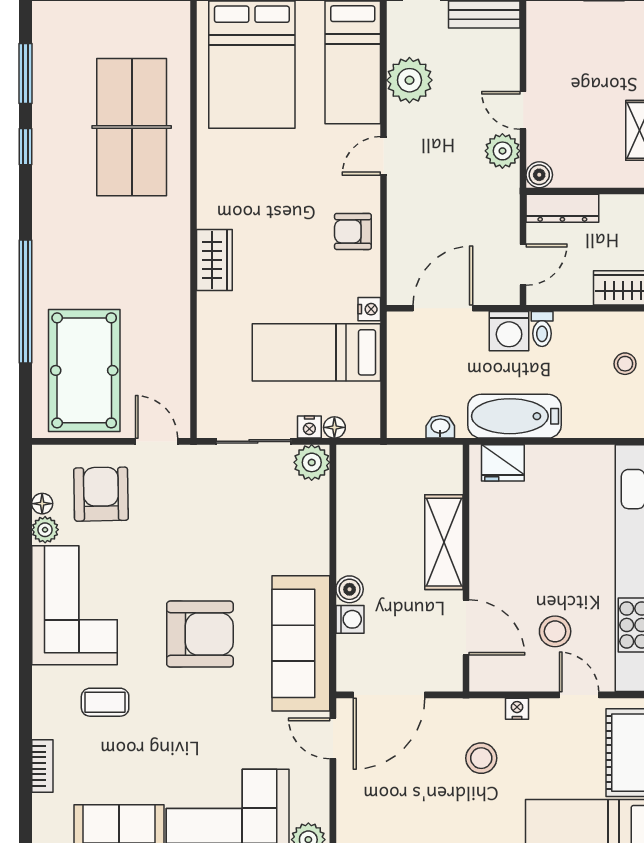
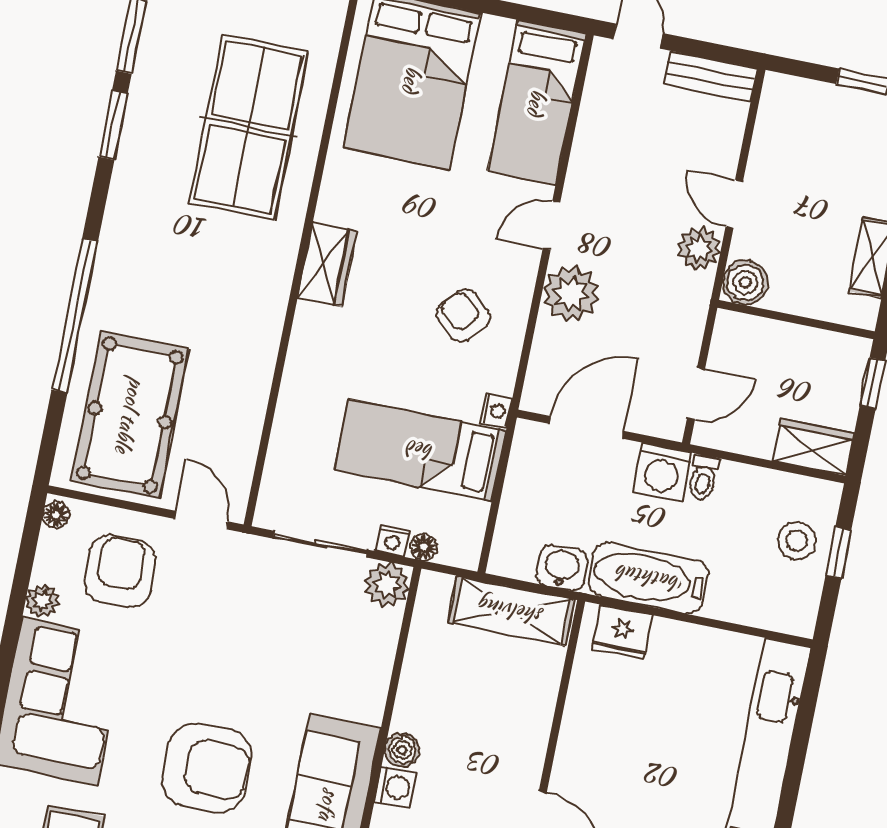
plant: (409, 80) -> (571, 294), moved
window: (25, 147) -> (113, 125), width x1.50
boiler: (539, 175) -> (745, 282), width x1.36, depth x1.36
dresser: (562, 208) -> (758, 334), removed
armchair: (353, 231) -> (463, 315), moved, turned 42
wardrobe: (214, 260) -> (327, 265), moved
stool: (625, 364) -> (797, 541), width x1.37, depth x1.37
washbasin: (440, 427) -> (562, 568), width x1.38, depth x1.45
floor lamp: (42, 504) -> (56, 515), moved
shelving: (444, 542) -> (511, 611), moved, turned 90

